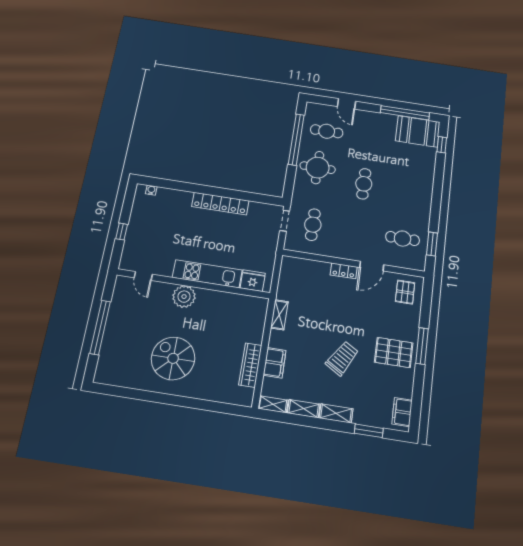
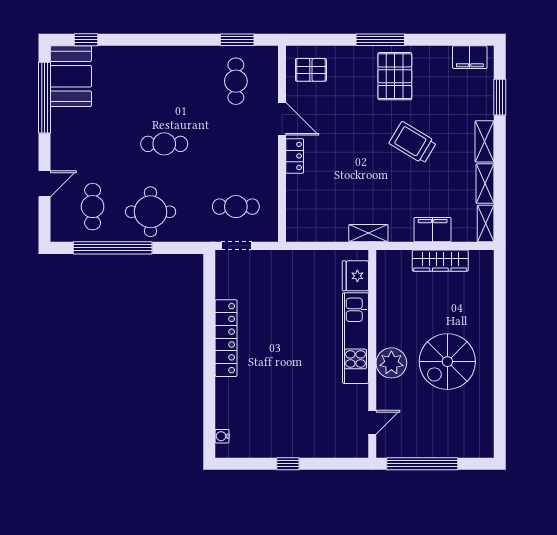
kitchen unit: (207, 274) -> (355, 338), moved
door: (143, 276) -> (372, 422), moved
fridge: (253, 281) -> (355, 276), moved
wall: (193, 284) -> (372, 354), moved
plant: (184, 297) -> (391, 363), moved

